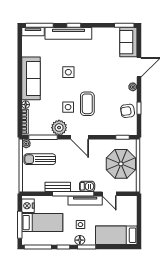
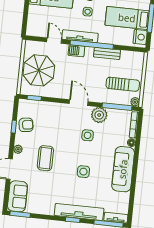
coffee table: (87, 104) -> (45, 158), moved

